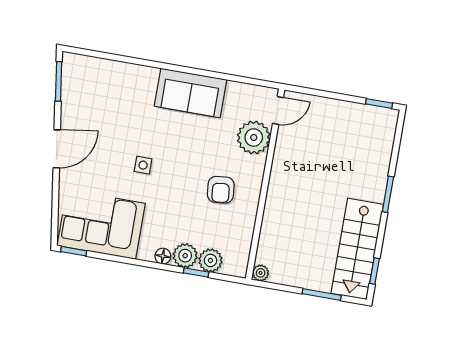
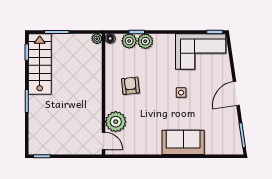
sofa: (191, 93) -> (183, 142), moved
door: (278, 111) -> (104, 141), swing flipped
floor lamp: (163, 256) -> (110, 39), moved

